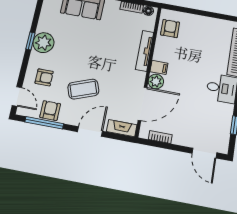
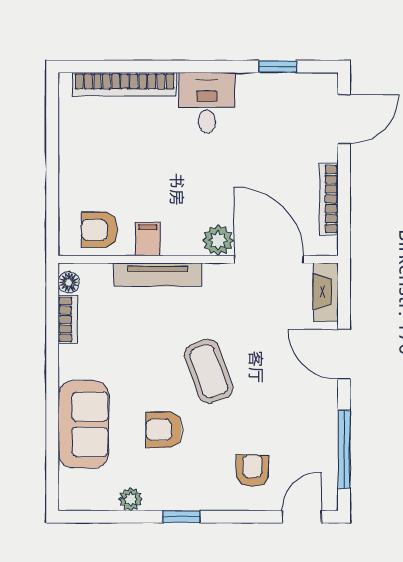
plant: (43, 43) -> (131, 499), moved, width x0.53, depth x0.53
filing cabinet: (159, 67) -> (148, 239), moved
coffee table: (83, 89) -> (209, 371), moved
armchair: (50, 111) -> (164, 430), moved
bookcase: (160, 137) -> (329, 199), width x1.56

